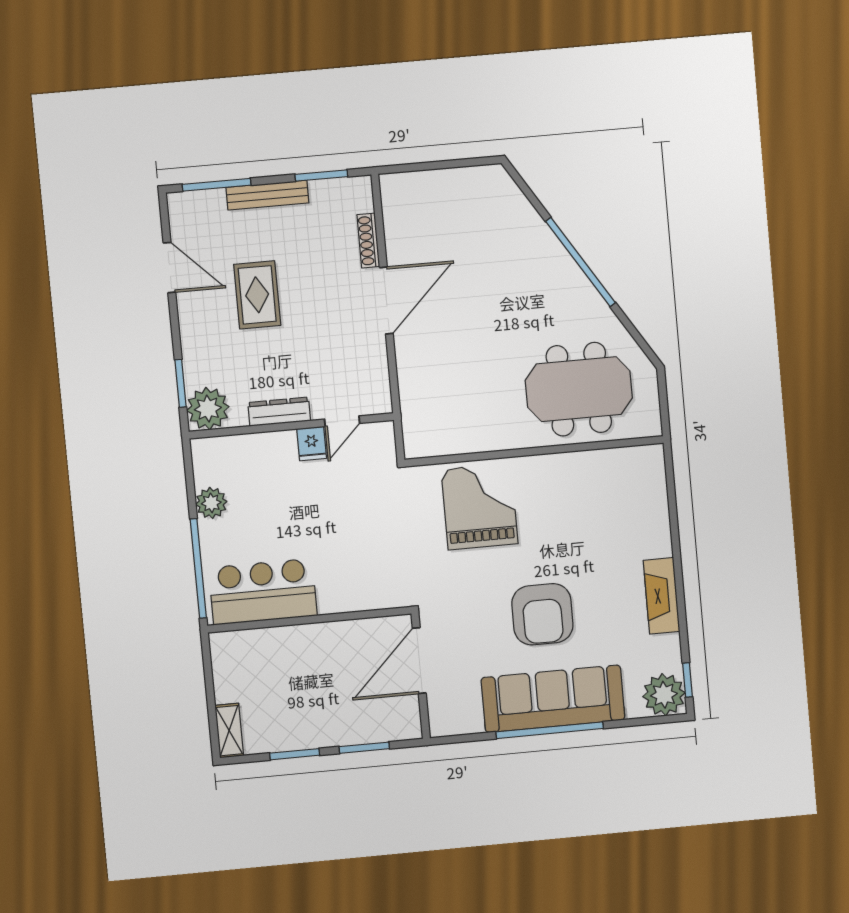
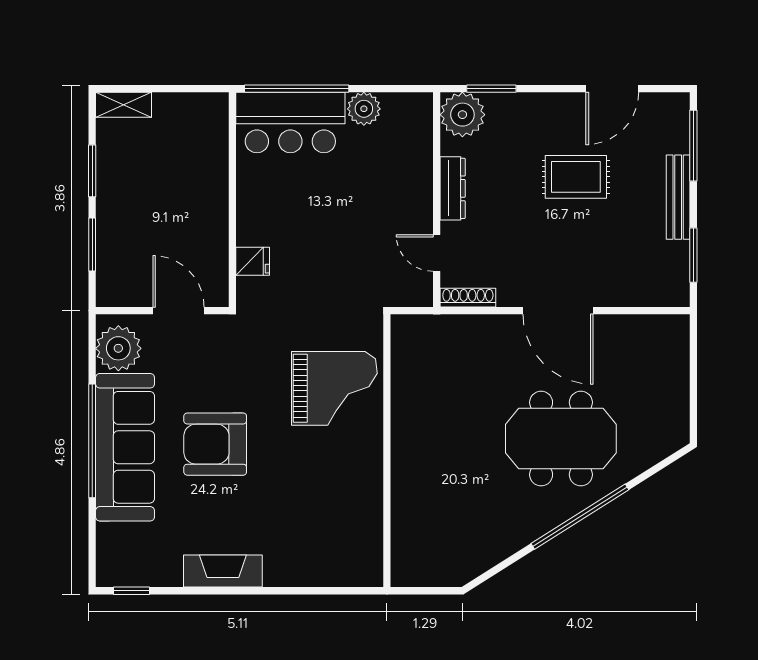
shoe rack: (368, 241) -> (468, 298), moved
meeting table: (579, 389) -> (561, 439), moved, turned 90
fridge: (312, 444) -> (253, 261), moved, turned 180
bar counter: (263, 592) -> (290, 123), moved, turned 90
door: (419, 661) -> (179, 311), width x0.73
plant: (664, 695) -> (118, 348), moved

